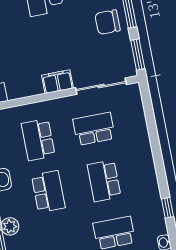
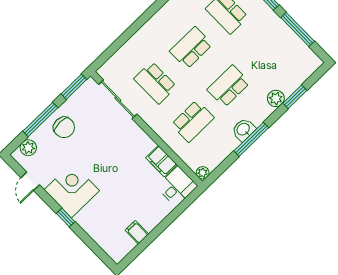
filing cabinet: (57, 82) -> (161, 161), moved
school desk: (104, 181) -> (191, 48), turned 180

